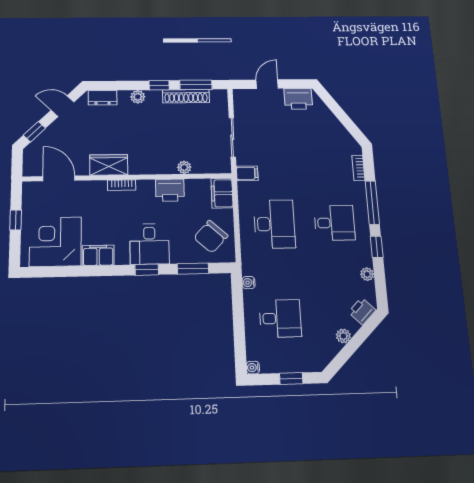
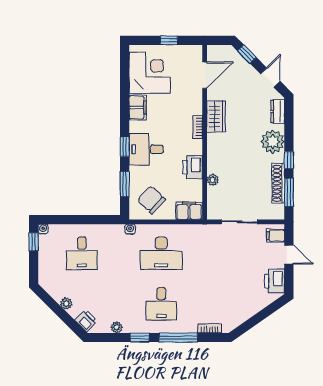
plant: (138, 97) -> (273, 142), width x1.87, depth x1.87
filing cabinet: (247, 173) -> (276, 236), moved, turned 90
water cooler: (249, 283) -> (130, 229), moved
window: (291, 379) -> (34, 242), moved

